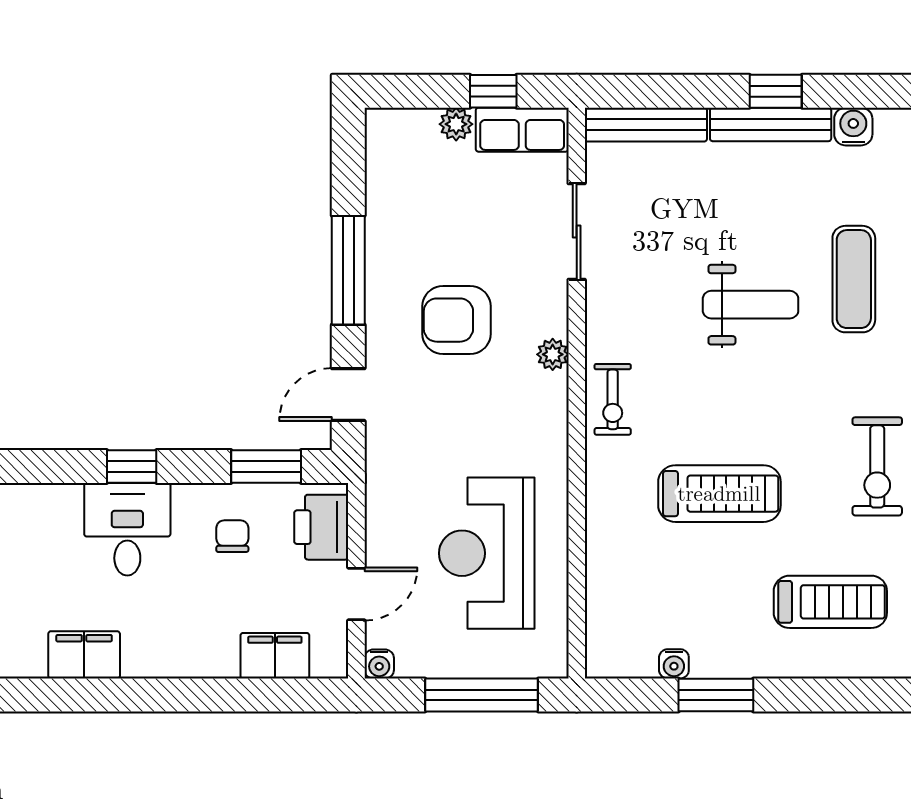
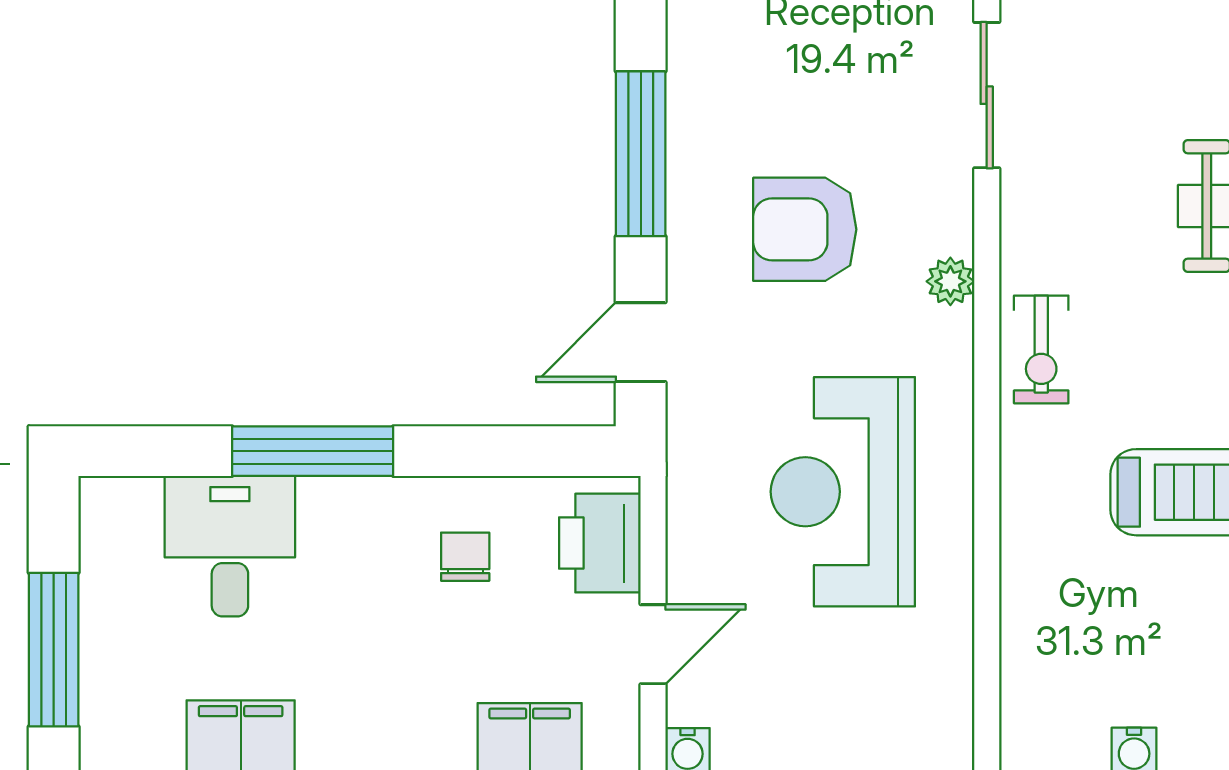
window: (132, 467) -> (313, 451), width x2.17
window: (266, 467) -> (516, 451), removed
desk: (127, 529) -> (230, 546), moved
reception desk: (487, 553) -> (843, 492), moved

